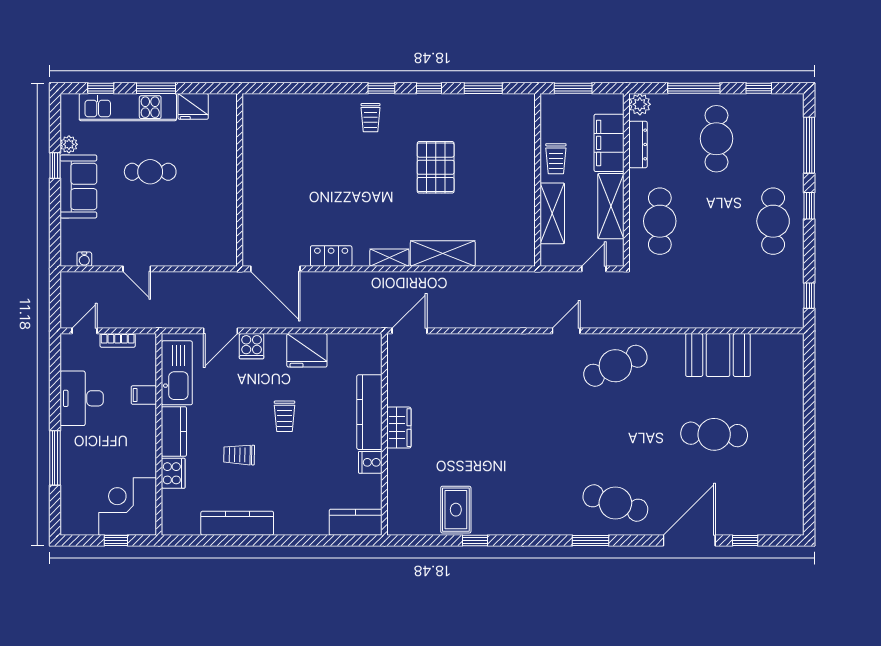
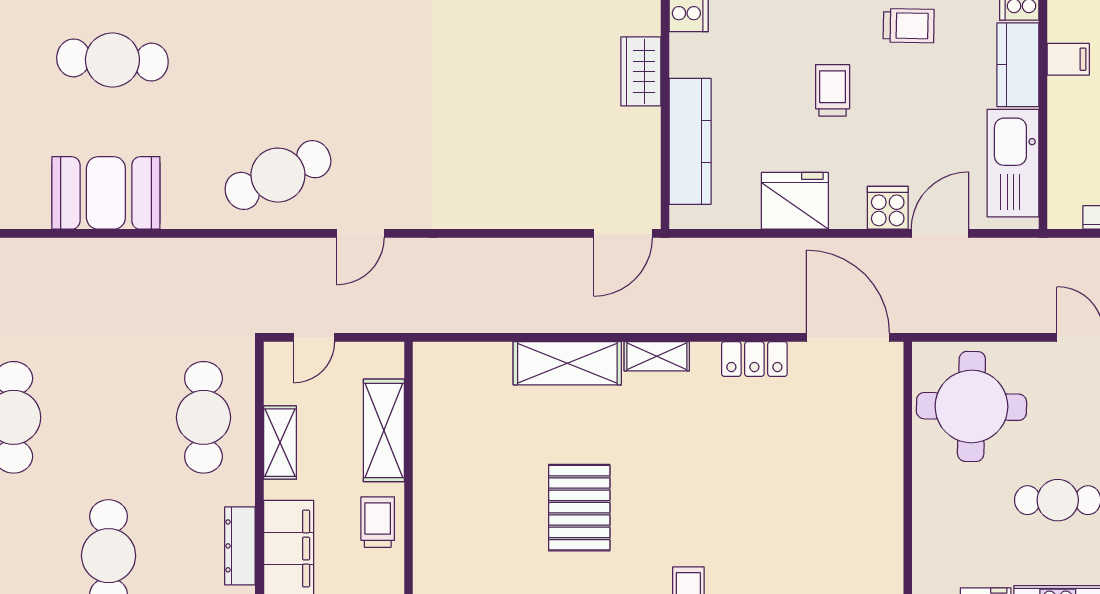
shelving: (611, 206) -> (280, 443), width x0.67, depth x0.75
round table: (202, 228) -> (971, 406), added
filing cabinet: (144, 395) -> (1068, 59), moved
kitchen counter: (369, 412) -> (690, 141), moved

